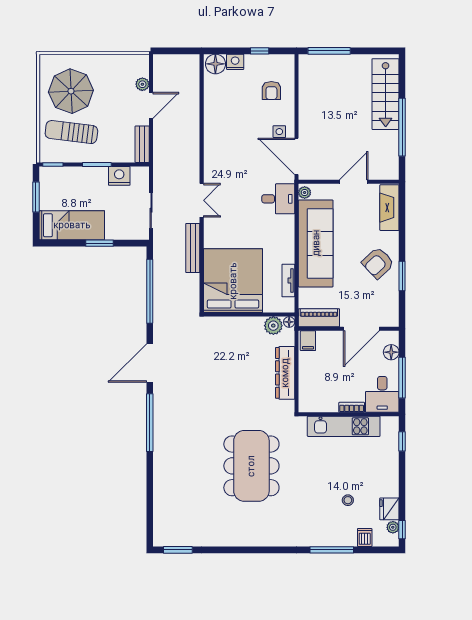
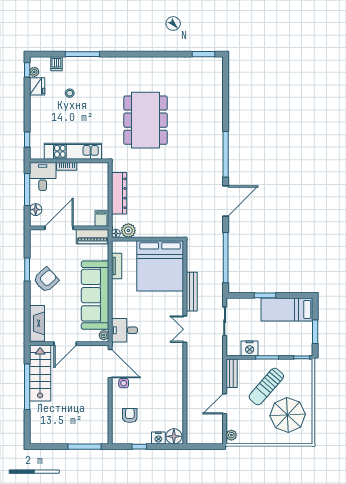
plant: (142, 84) -> (231, 435), moved
stairs: (386, 94) -> (40, 373), moved
sun lounger: (71, 132) -> (266, 387), moved, turned 124

